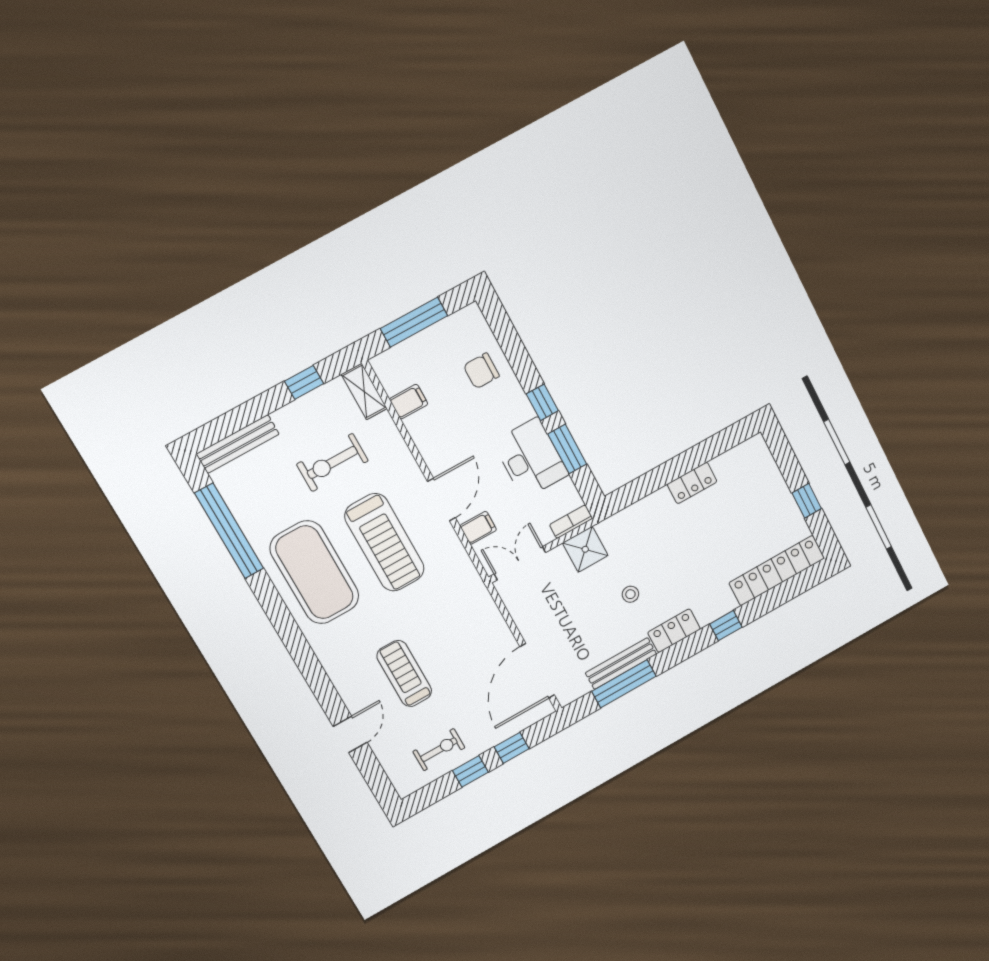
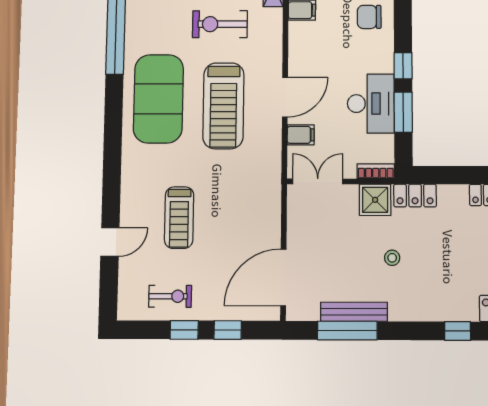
locker: (674, 631) -> (415, 196), moved, turned 180
treadmill: (404, 674) -> (179, 218), turned 180

